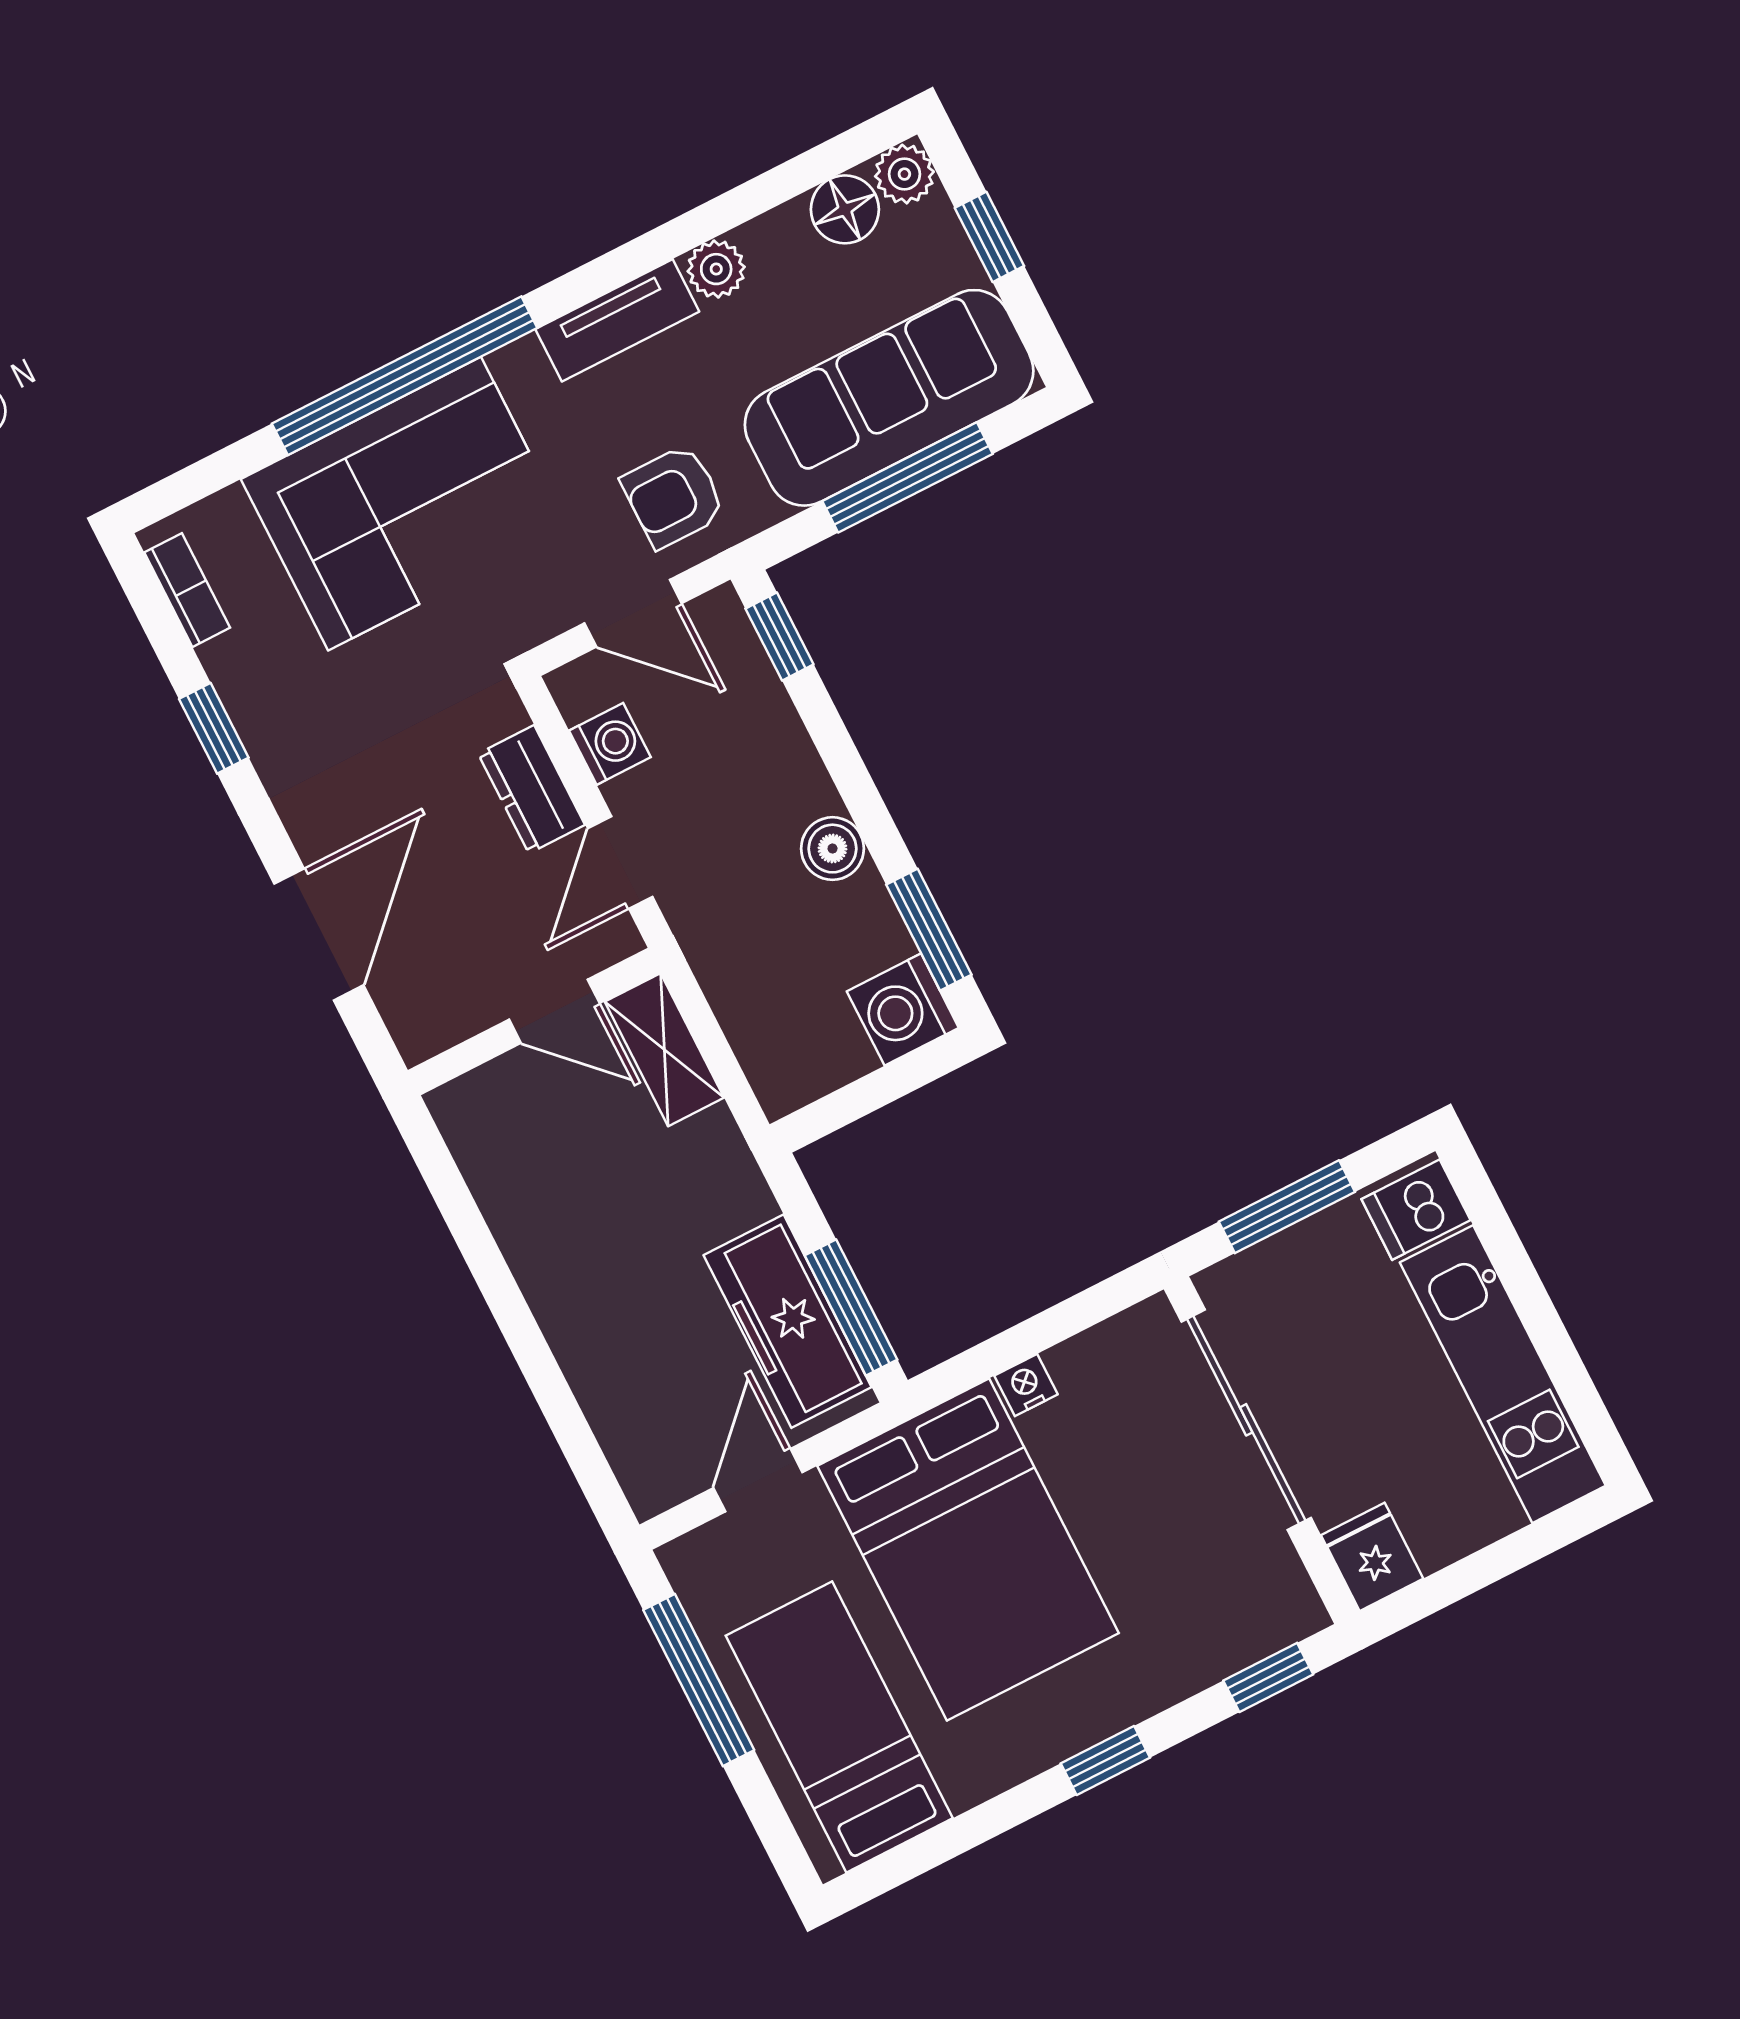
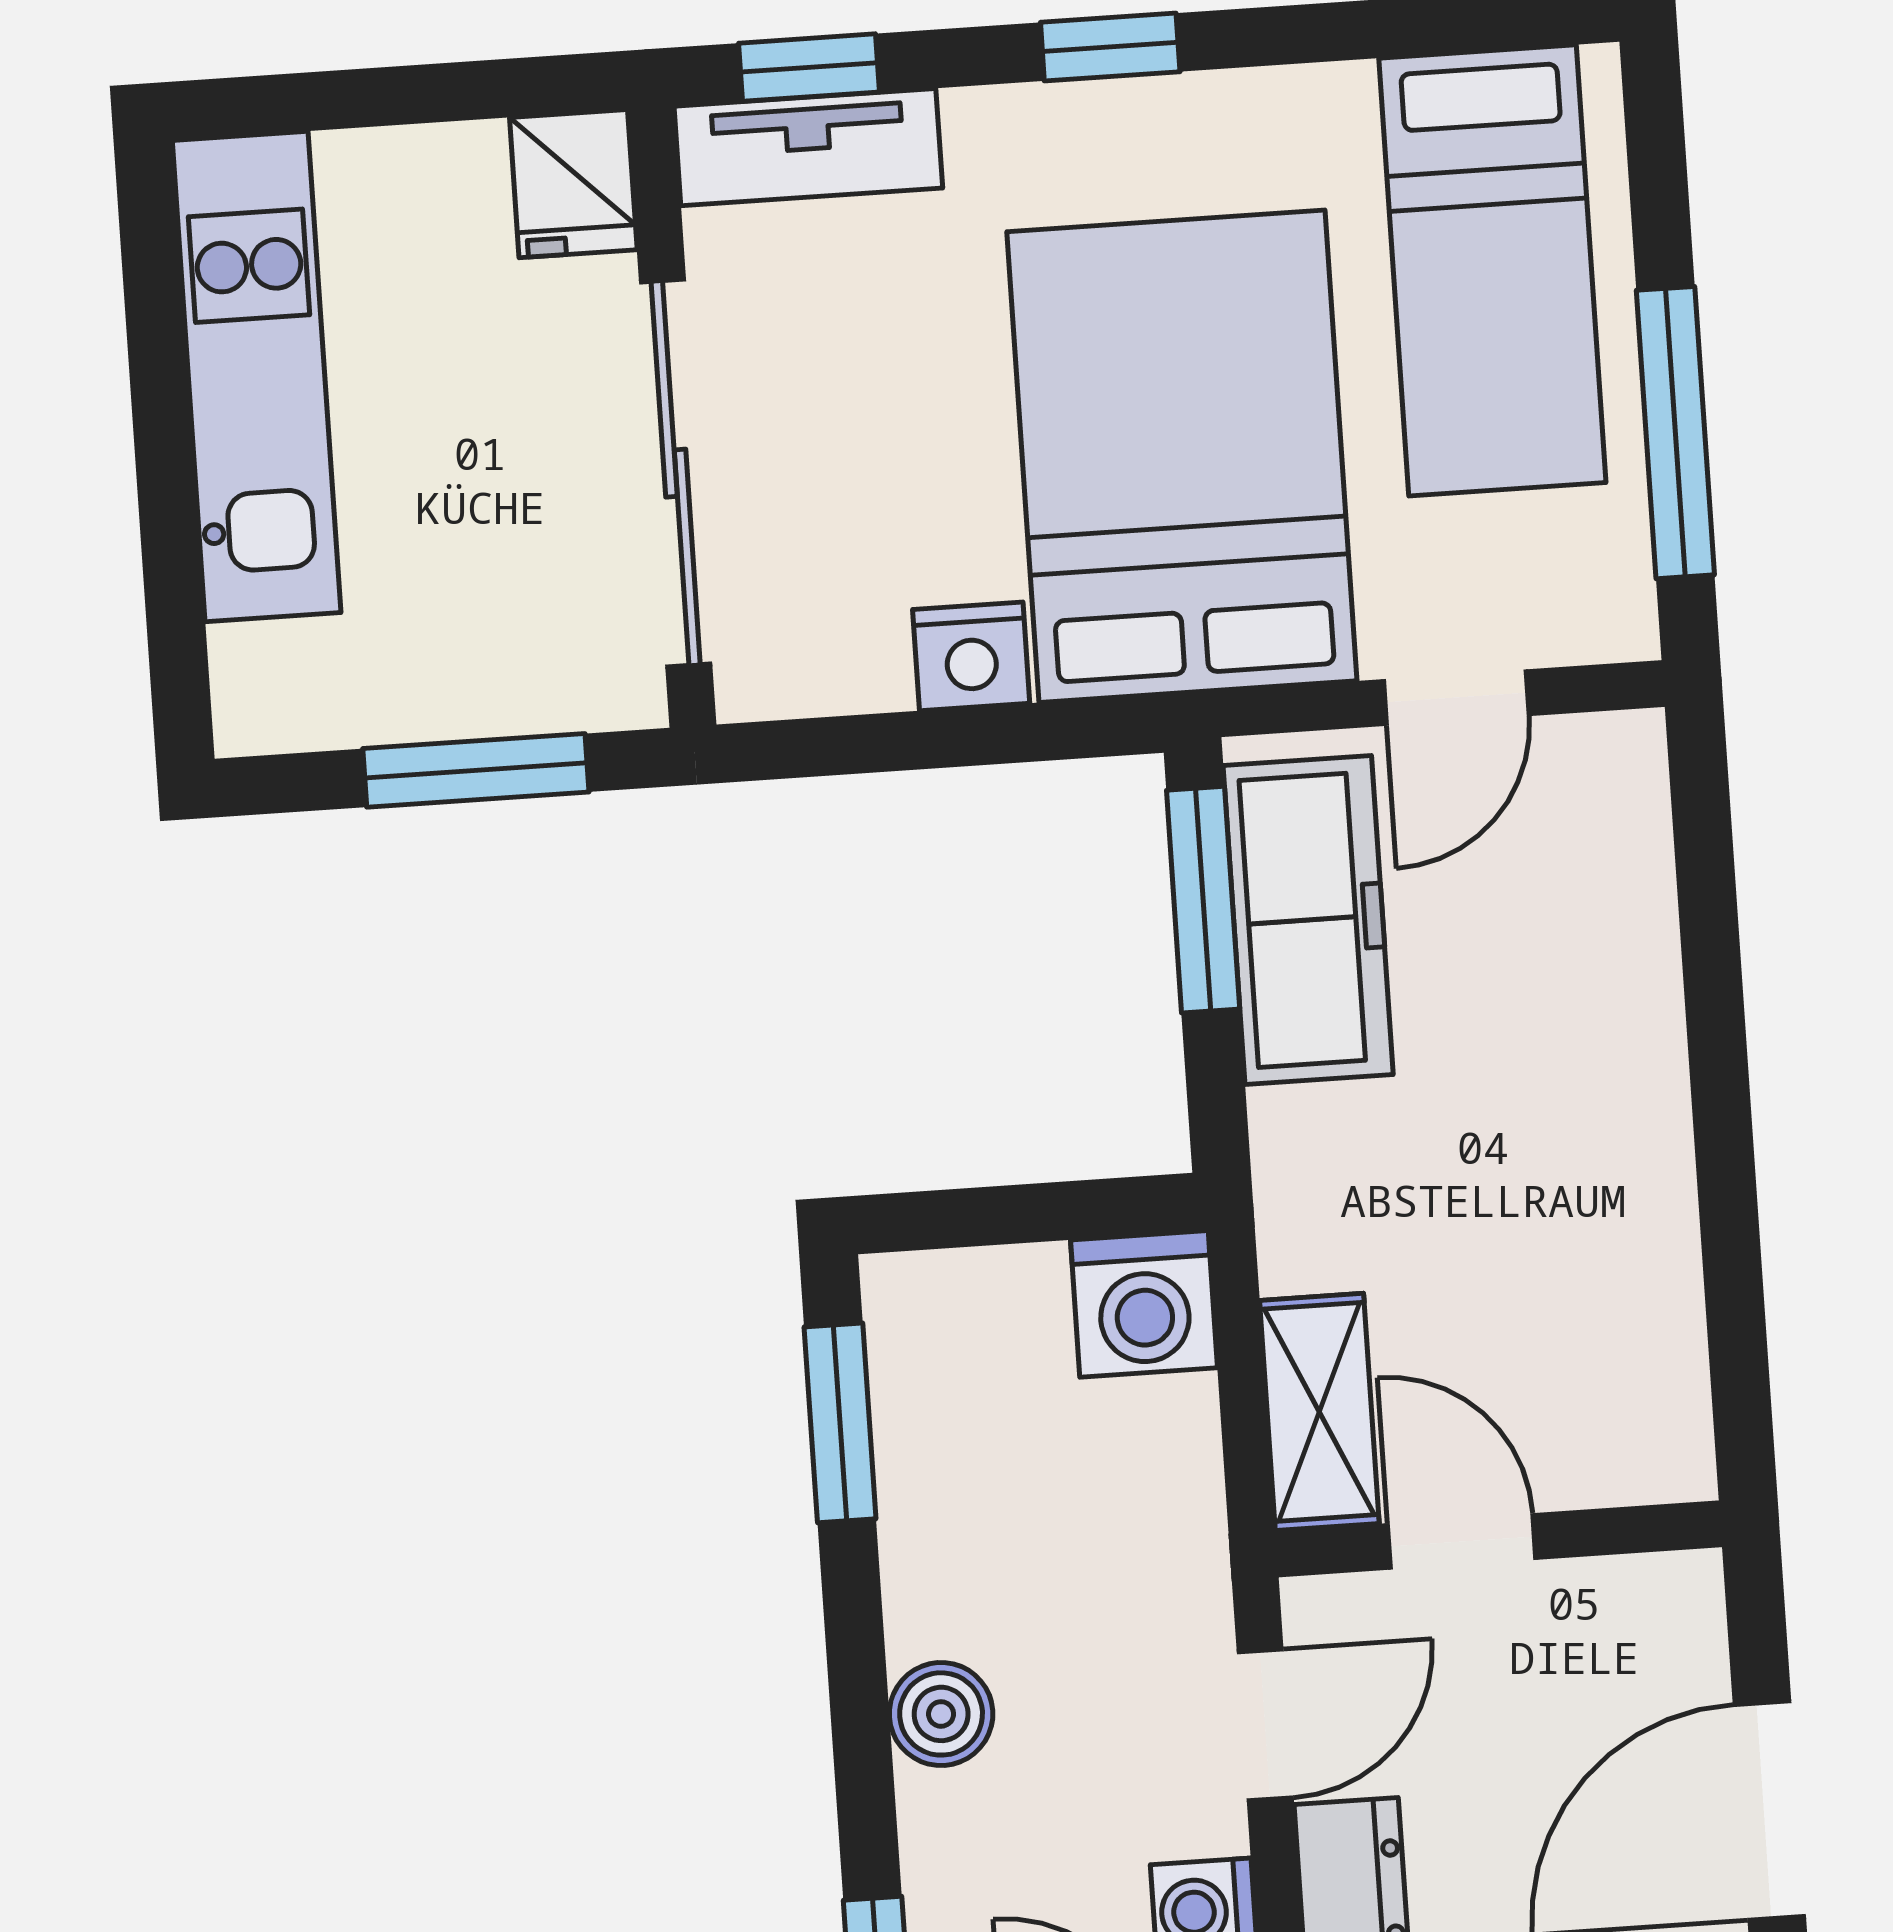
boiler: (832, 849) -> (941, 1714), moved
washing machine: (903, 1010) -> (1144, 1304), moved, turned 90
dishwasher: (1416, 1210) -> (282, 682), removed
nightstand: (1026, 1385) -> (971, 656), width x1.39, depth x1.35
tv unit: (1250, 1633) -> (808, 147), added

